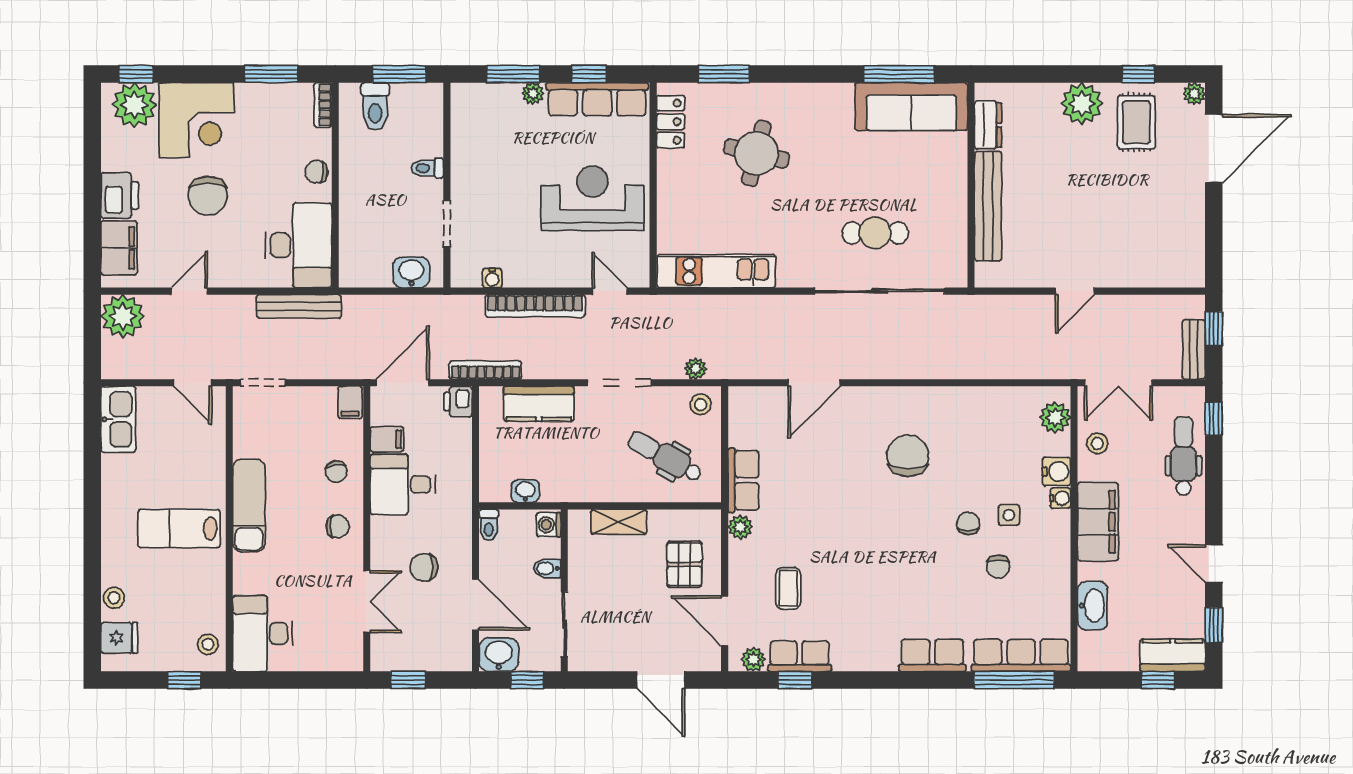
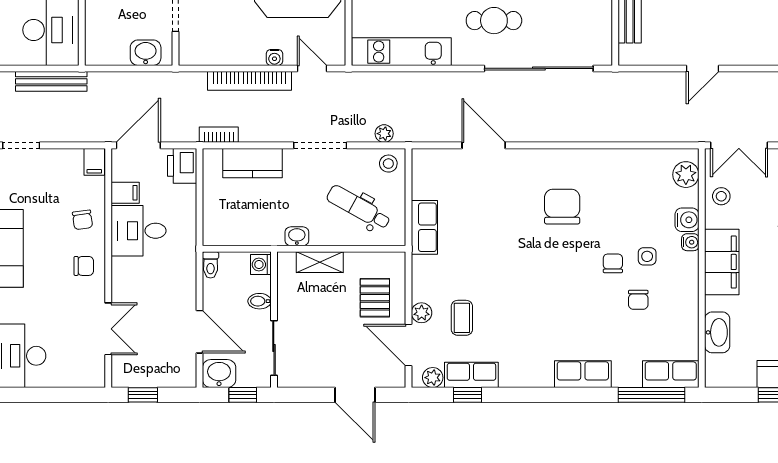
cafe table: (875, 233) -> (494, 21), moved
water cooler: (492, 278) -> (274, 57), moved
bookcase: (485, 370) -> (219, 135), width x0.64
door: (814, 383) -> (484, 145), swing flipped
printer: (458, 402) -> (182, 166), width x1.36, depth x1.24
washbasin: (525, 491) -> (297, 236), moved
plant: (740, 527) -> (422, 313), moved
chair: (424, 567) -> (156, 300), removed
row of seats: (1021, 655) -> (671, 374), width x0.68

